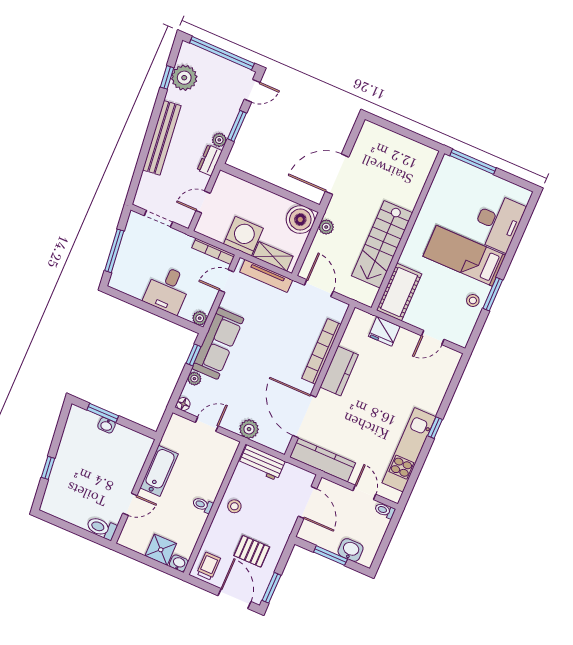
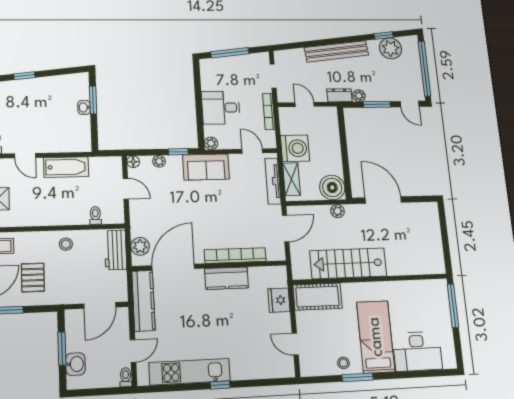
bookcase: (213, 251) -> (269, 112), moved
sofa: (218, 343) -> (206, 167), width x0.73
plant: (249, 429) -> (140, 246), moved
toilet: (203, 505) -> (95, 215), moved

